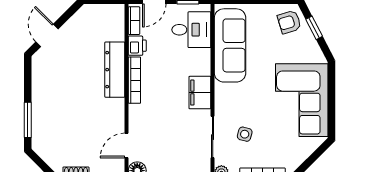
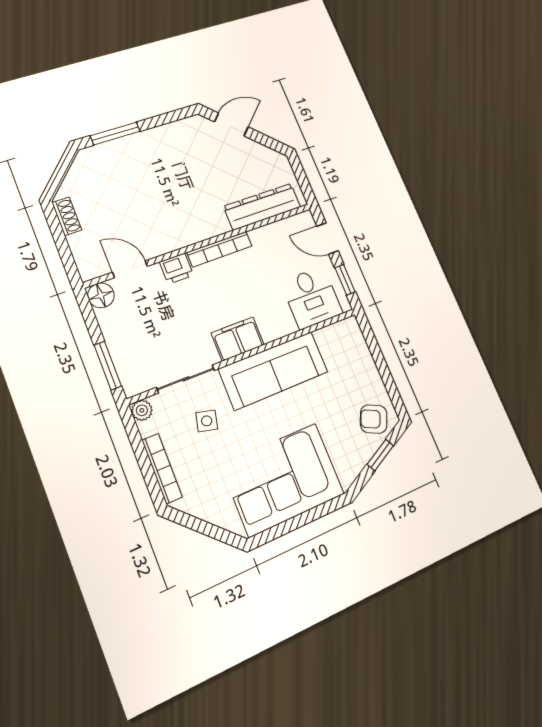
bookcase: (134, 21) -> (293, 223), removed
armchair: (289, 22) -> (374, 419), turned -48
sofa: (230, 45) -> (274, 370), moved
printer: (137, 46) -> (176, 268), moved
dresser: (115, 70) -> (262, 207), moved

